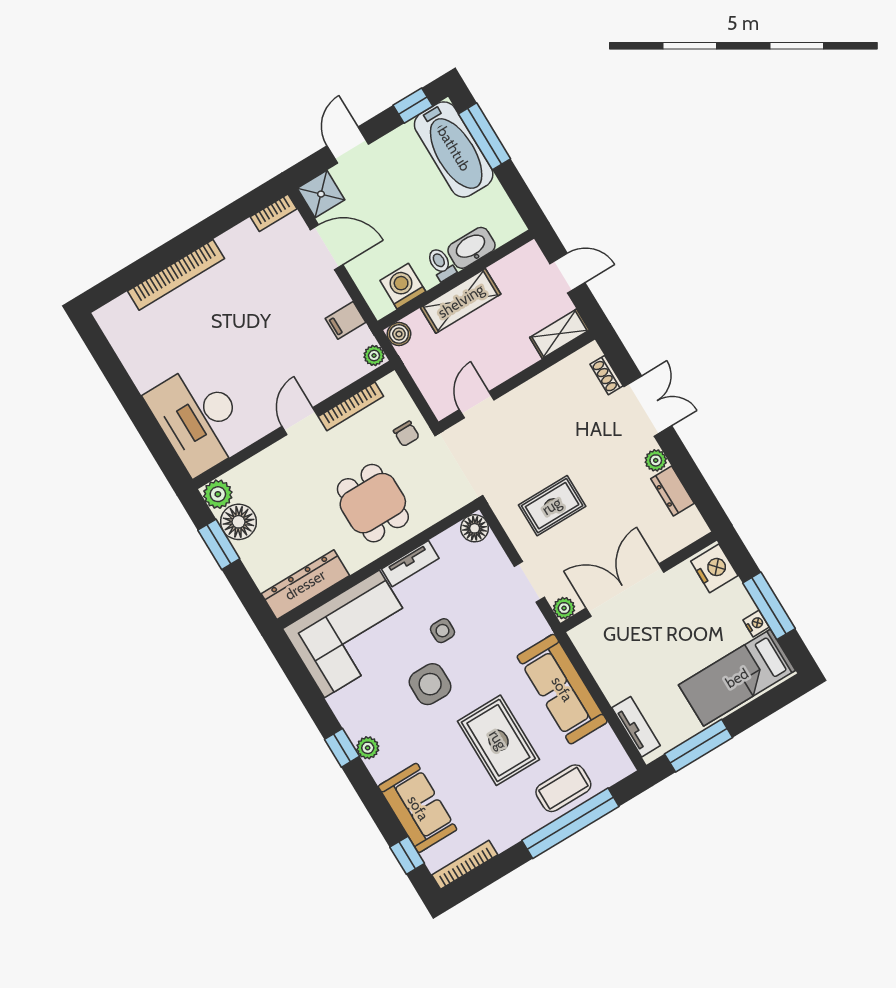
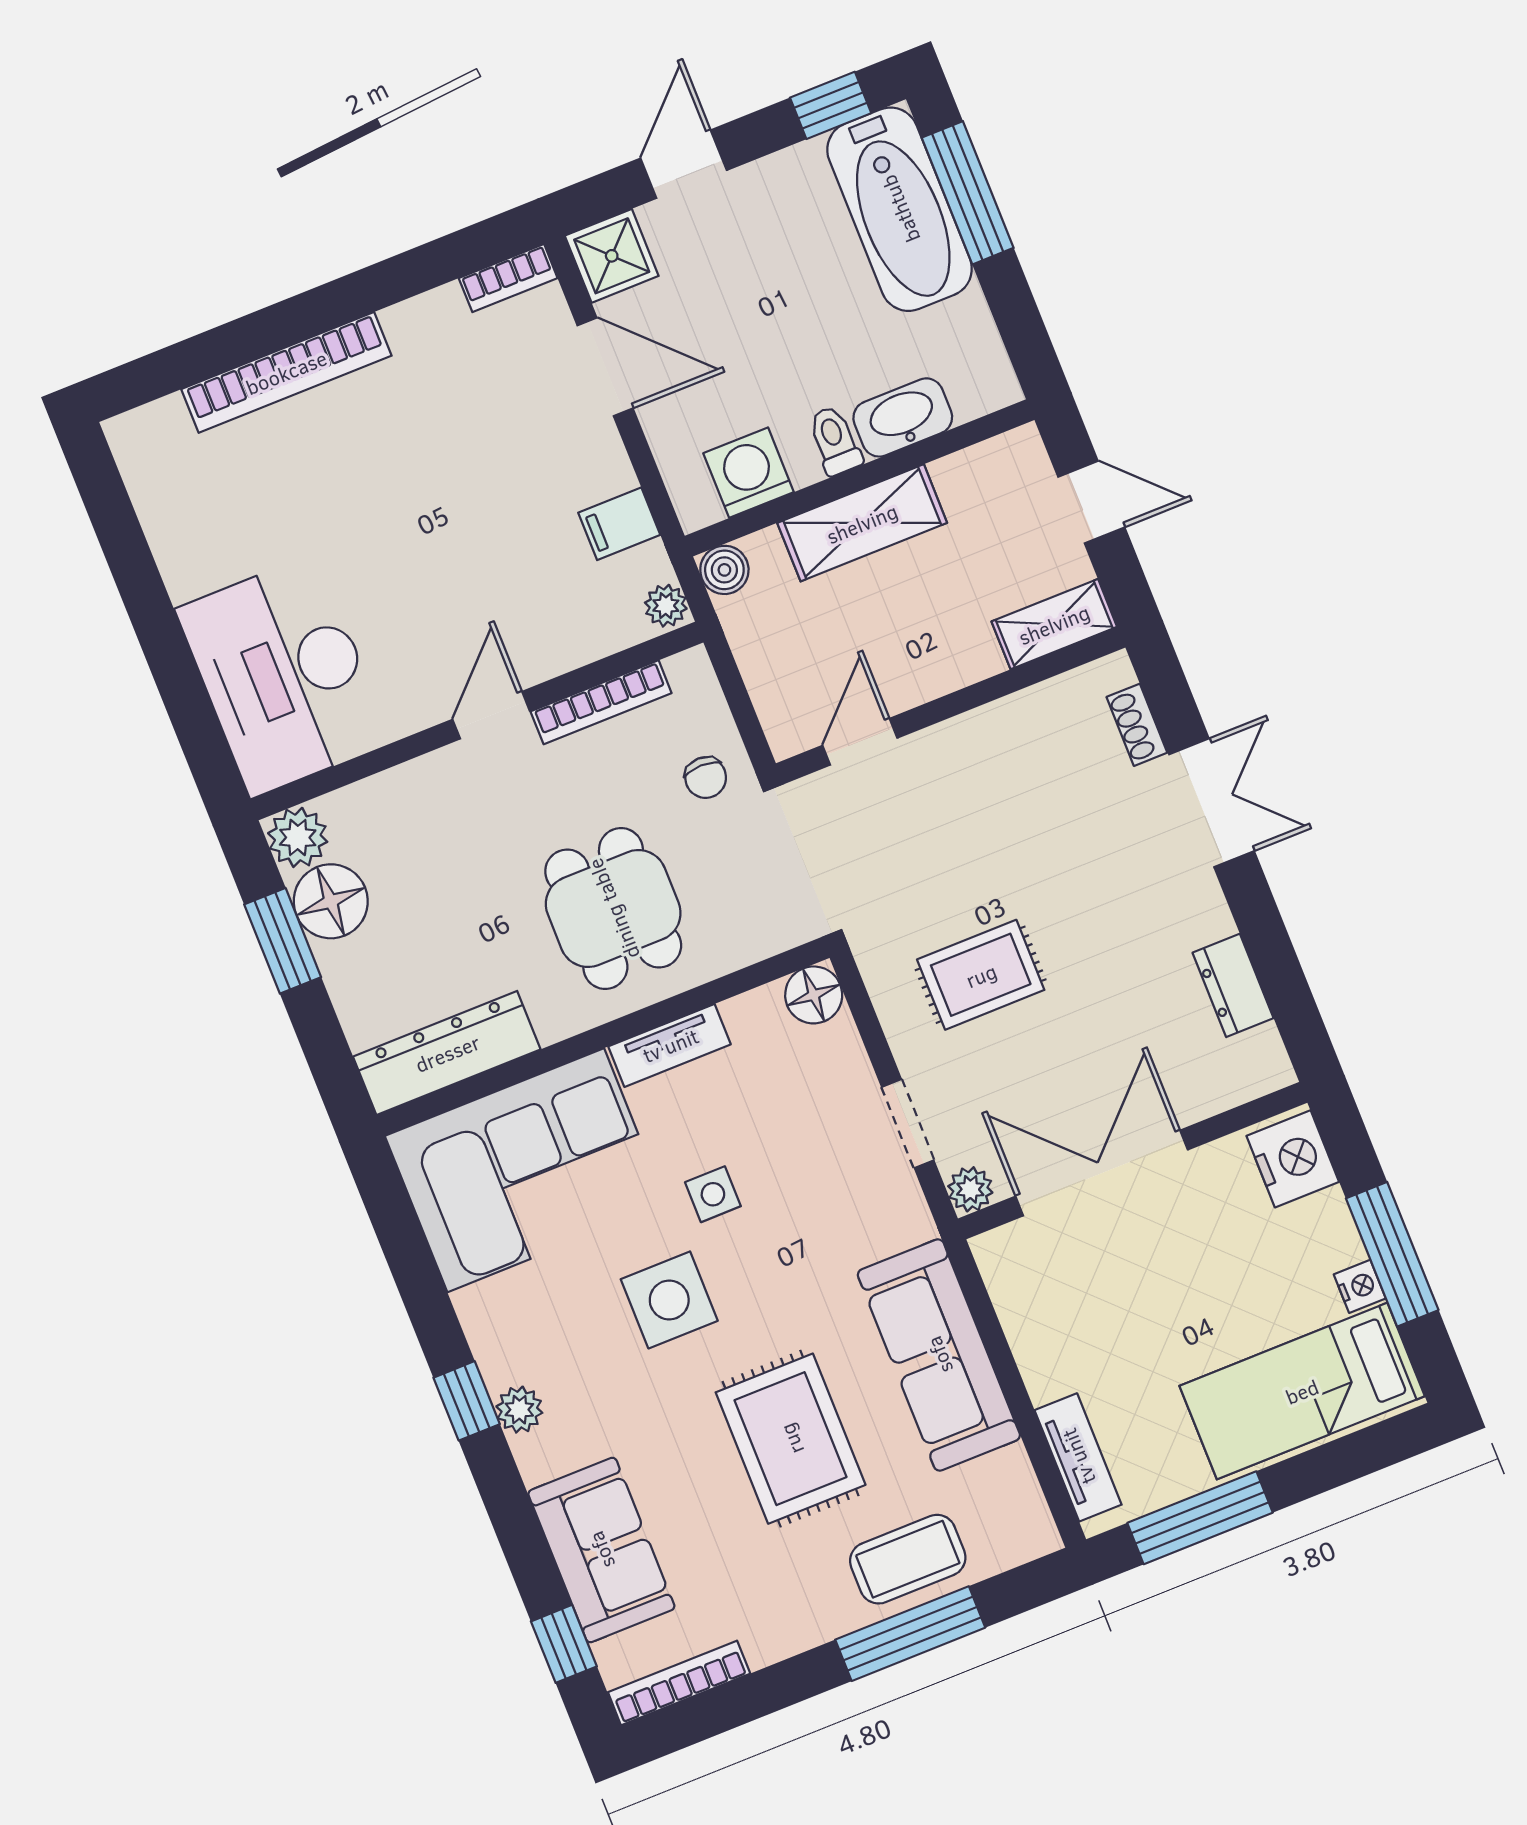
plant: (656, 460) -> (1209, 917), removed
window: (570, 823) -> (910, 1634), width x0.68

